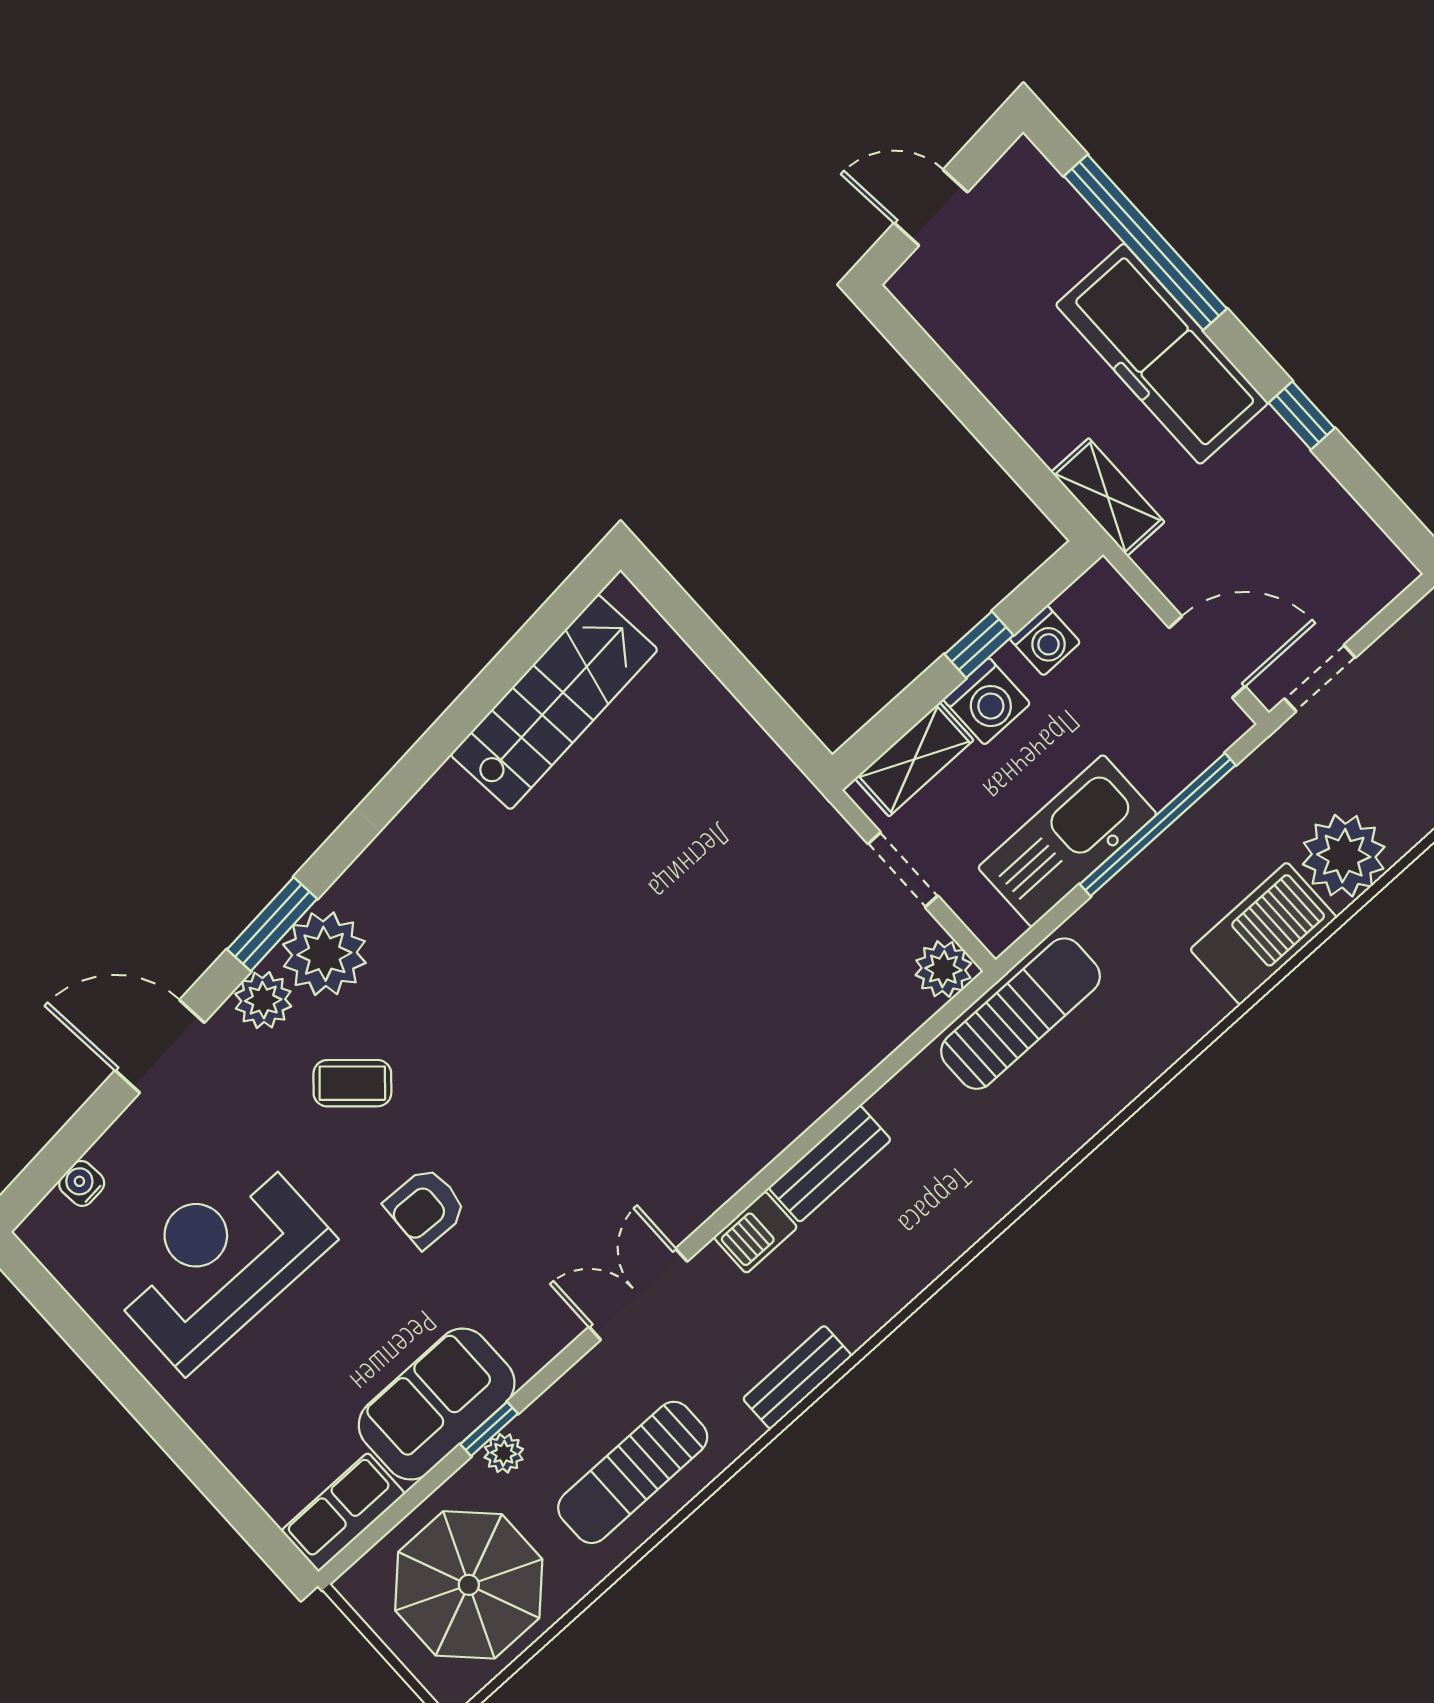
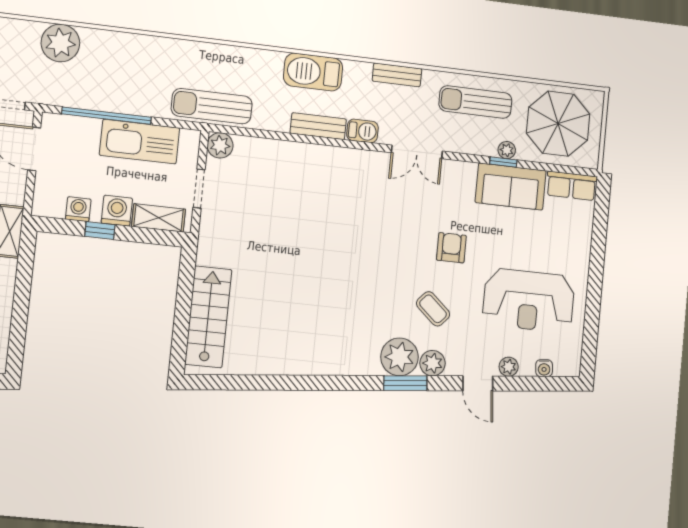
stairs: (554, 702) -> (208, 317), moved, turned 95
barbecue: (1263, 934) -> (313, 72), moved
door: (160, 1046) -> (478, 383), width x0.73
plant: (139, 1125) -> (509, 367), added
armchair: (426, 1207) -> (451, 248), turned -92
sun lounger: (633, 1472) -> (475, 102), turned 180

